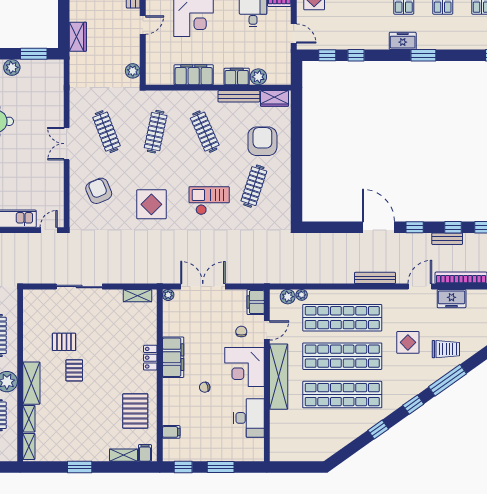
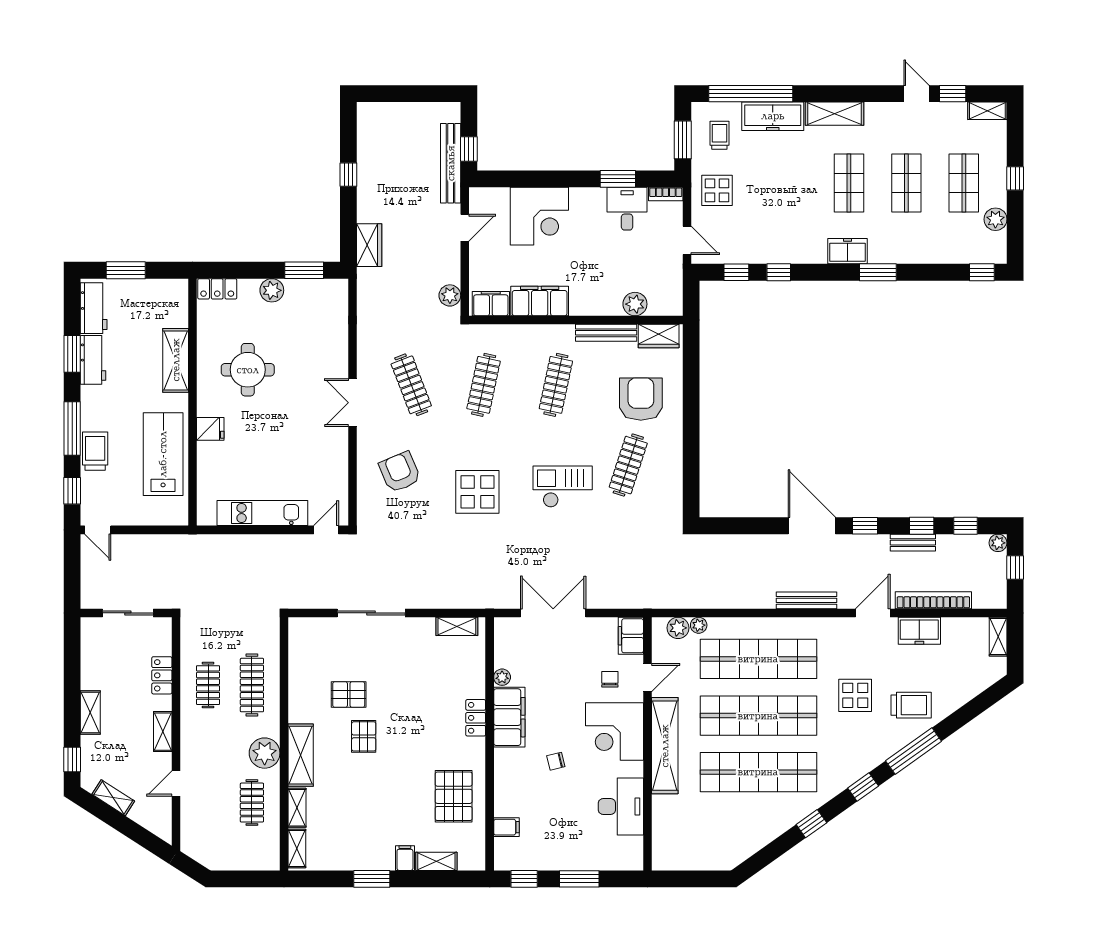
filing cabinet: (237, 76) -> (491, 304), moved
clothes rail: (205, 132) -> (556, 385), turned 36
plant: (168, 295) -> (502, 677), moved
filing cabinet: (145, 453) -> (405, 858), moved

